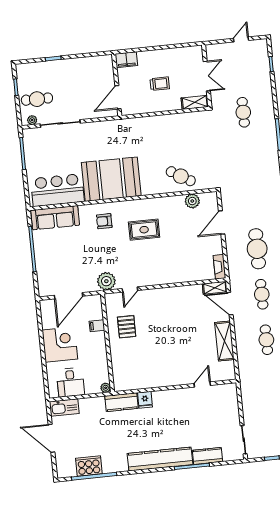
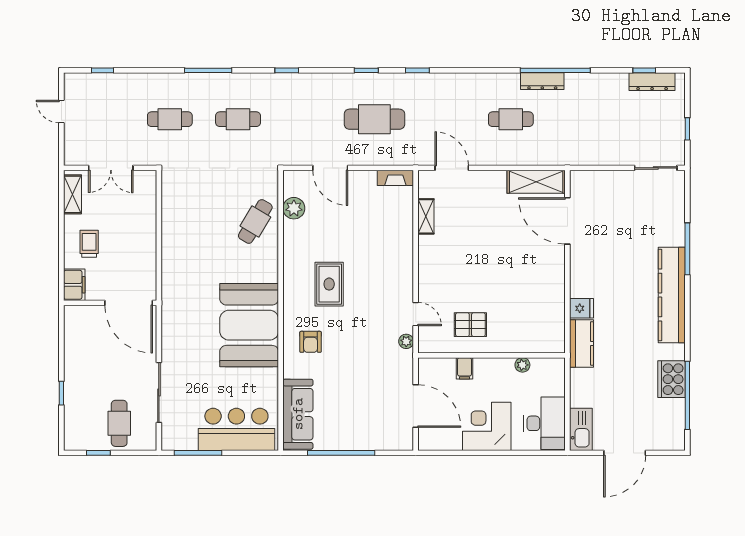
double door: (207, 76) -> (111, 168), swing flipped
trolley: (160, 84) -> (89, 244), moved
door: (118, 97) -> (129, 303), width x1.36
shelving: (195, 102) -> (72, 194), moved
plant: (32, 120) -> (150, 434), removed
bar counter: (57, 190) -> (236, 429), moved, turned 90
plant: (106, 281) -> (406, 341), width x0.53, depth x0.53
shelving: (215, 288) -> (426, 216), moved
cafe table: (262, 294) -> (238, 119), moved
door: (230, 304) -> (452, 168), swing flipped
shelving: (224, 341) -> (536, 182), moved
desk: (71, 382) -> (545, 423), width x1.37
door: (202, 384) -> (567, 221), width x1.87
plant: (106, 388) -> (522, 365), moved
kitchen counter: (207, 456) -> (674, 224), removed
cooker: (89, 466) -> (671, 379), moved

